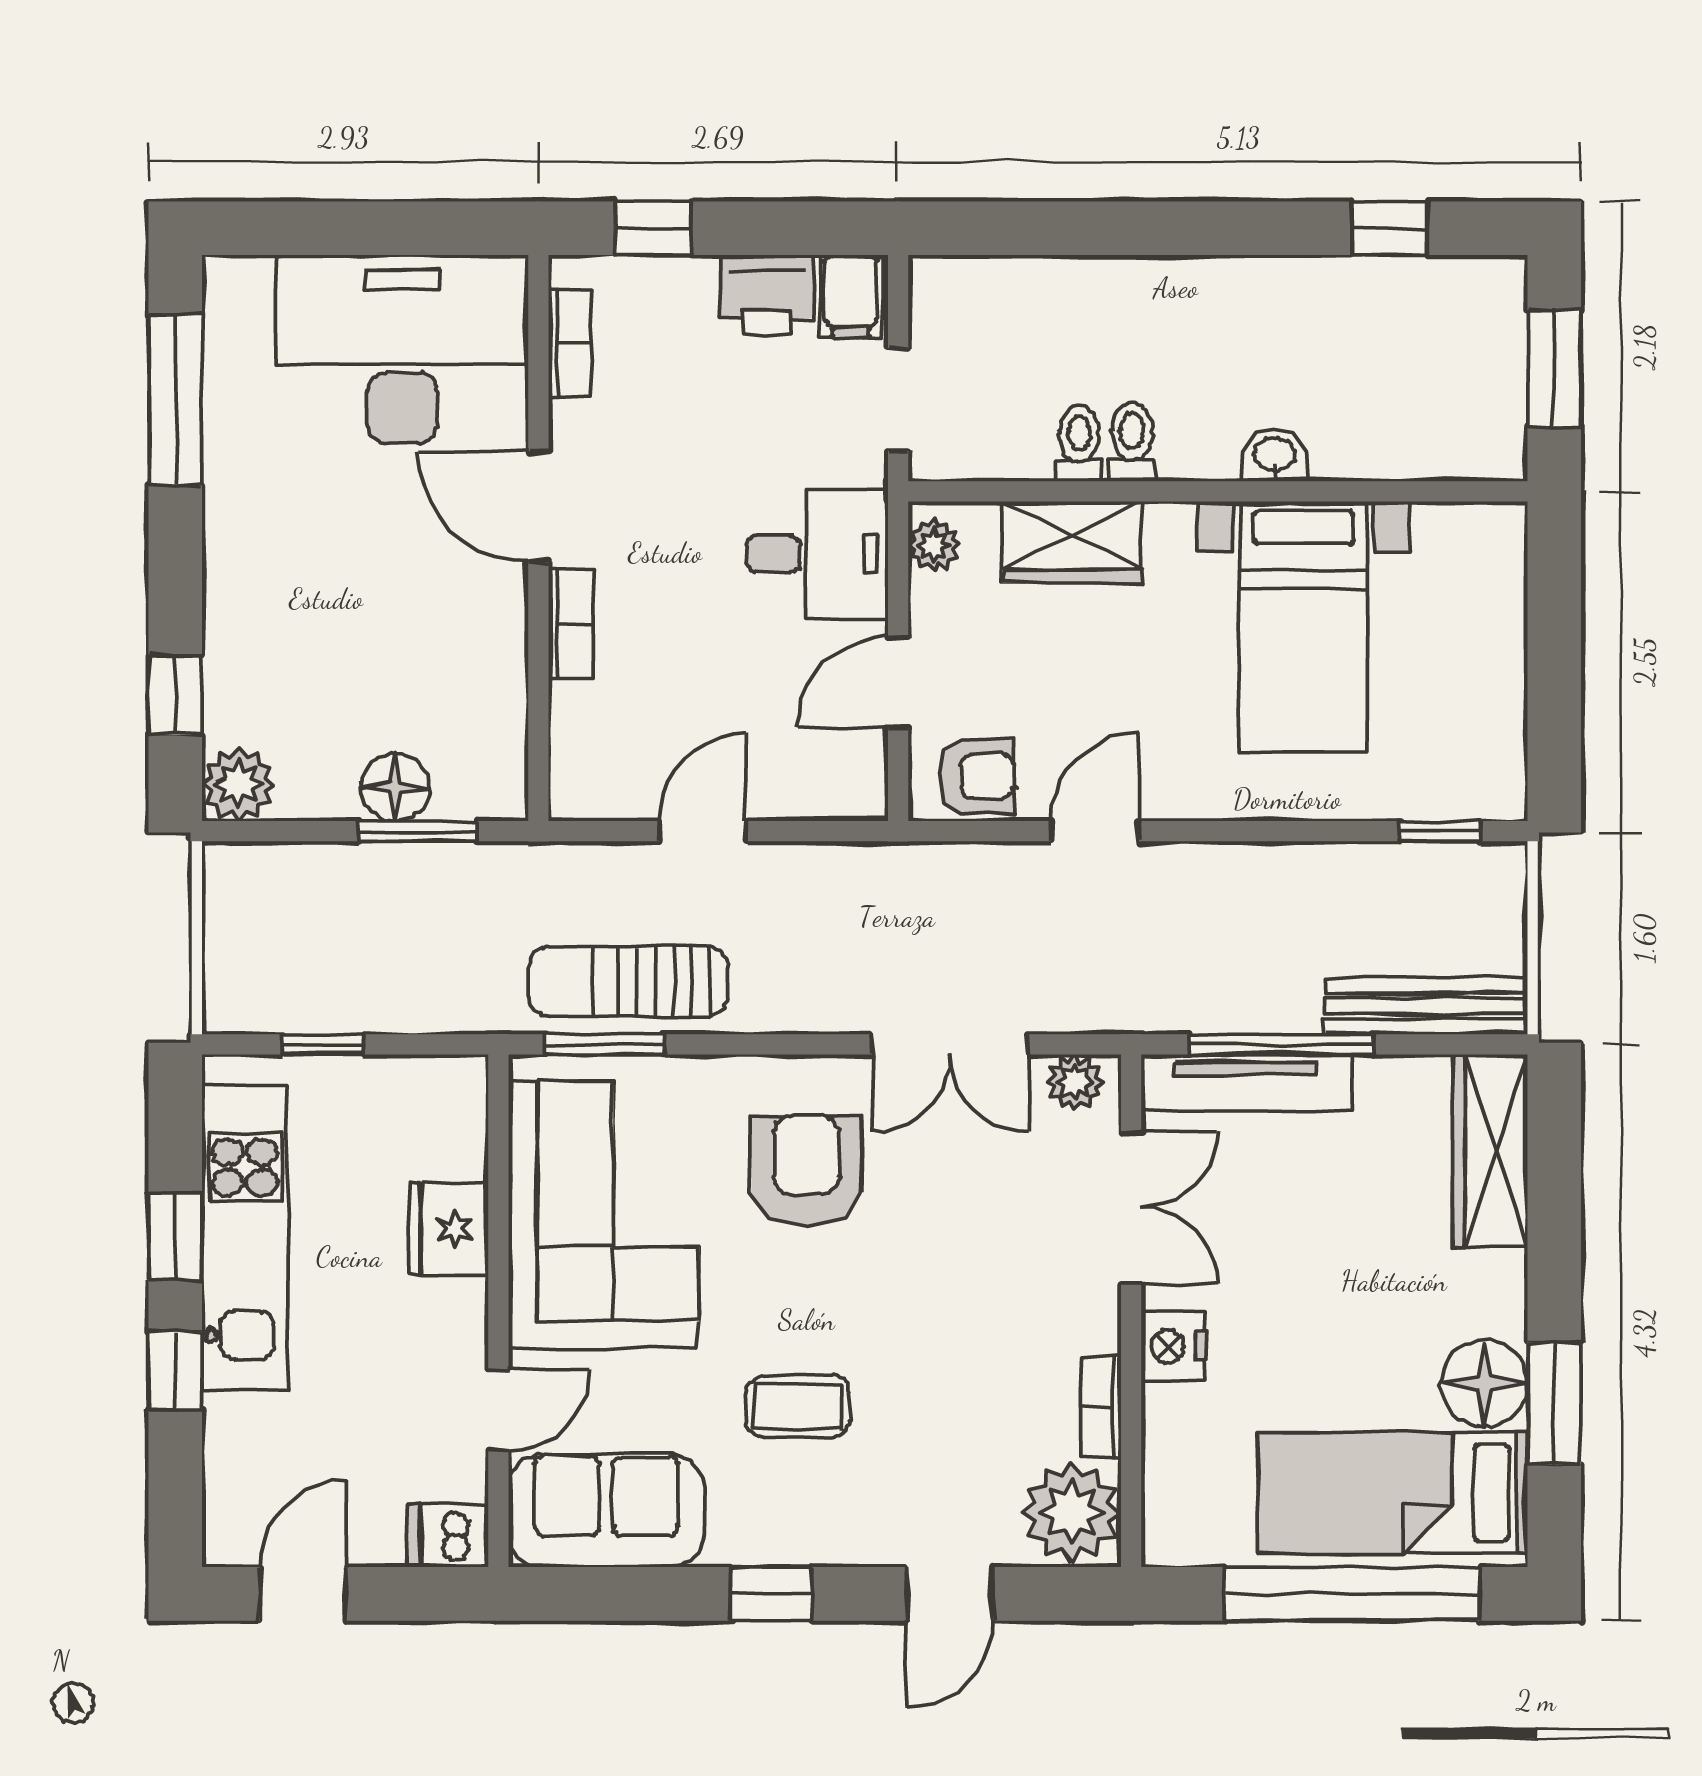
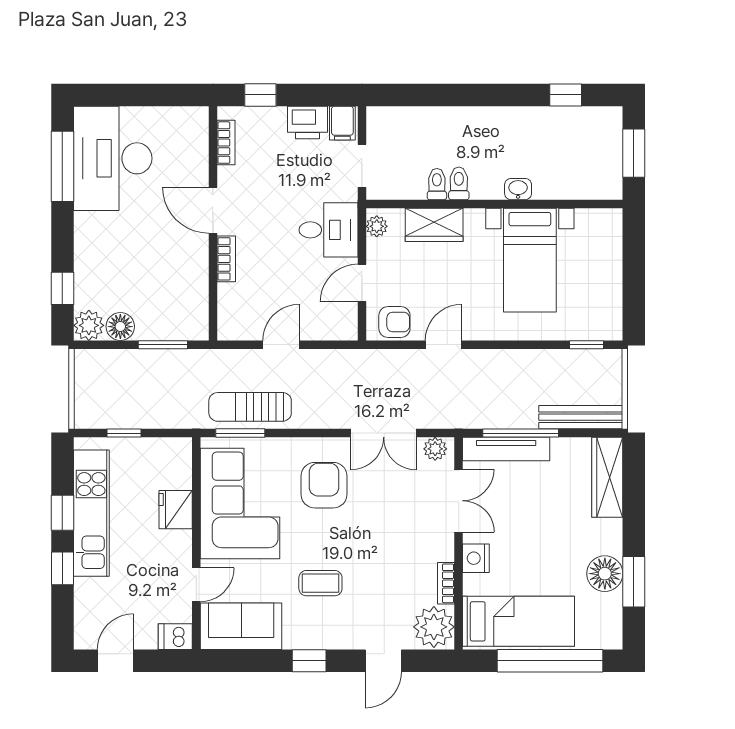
desk: (402, 349) -> (113, 158), moved, turned -90
floor lamp: (396, 787) -> (120, 327), moved
bed: (1393, 1493) -> (518, 621), moved, turned 180

